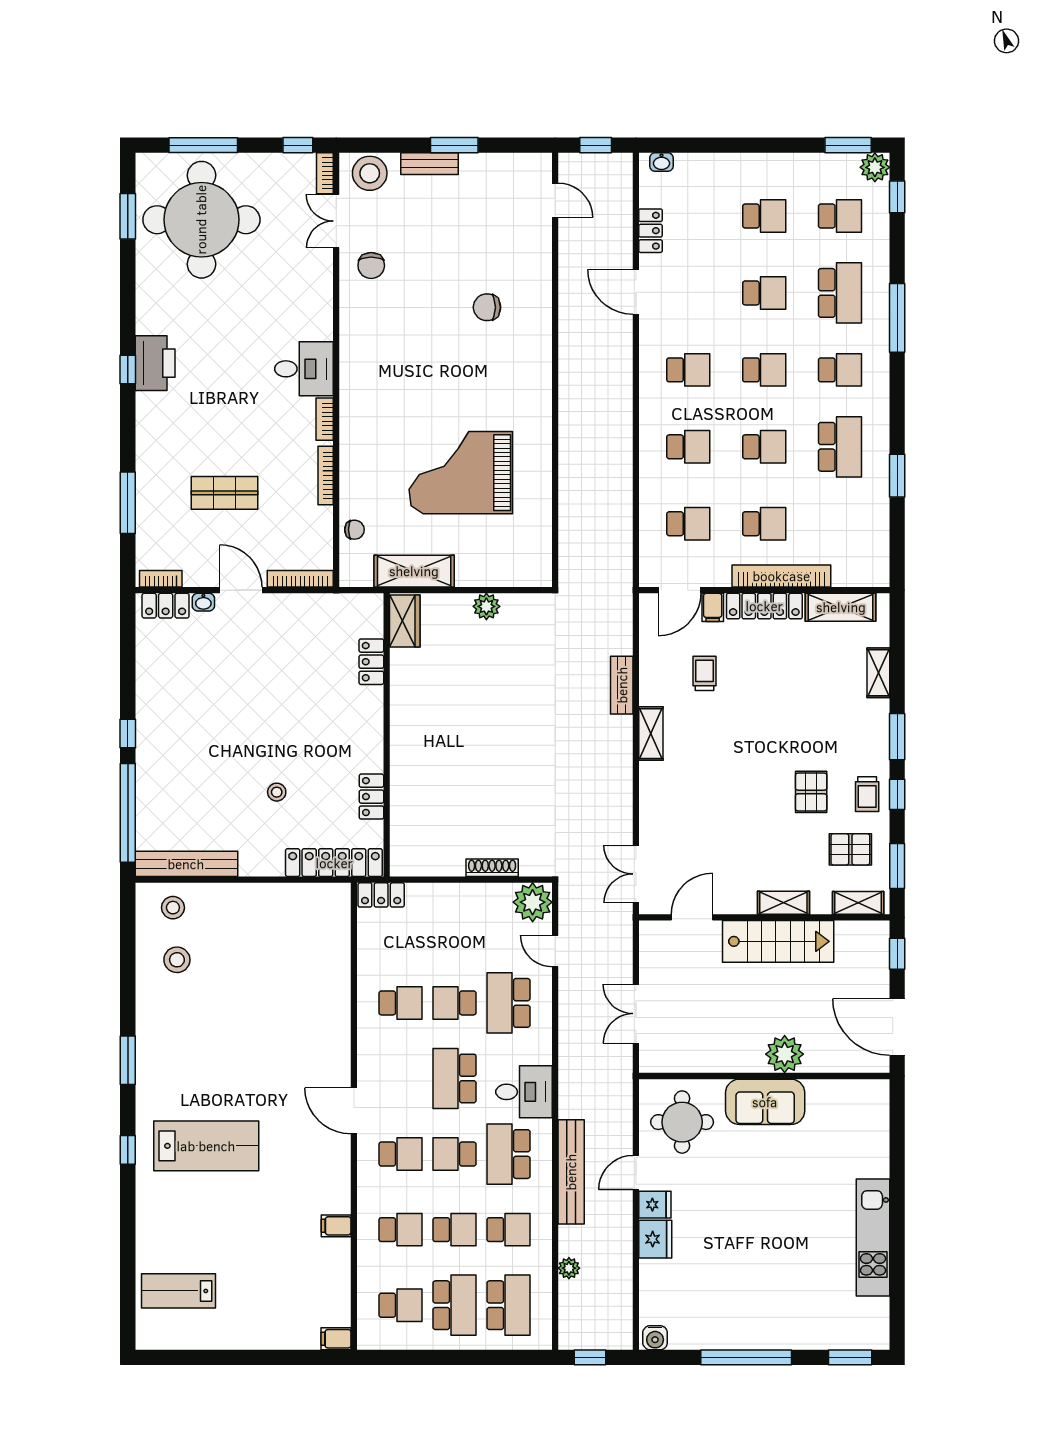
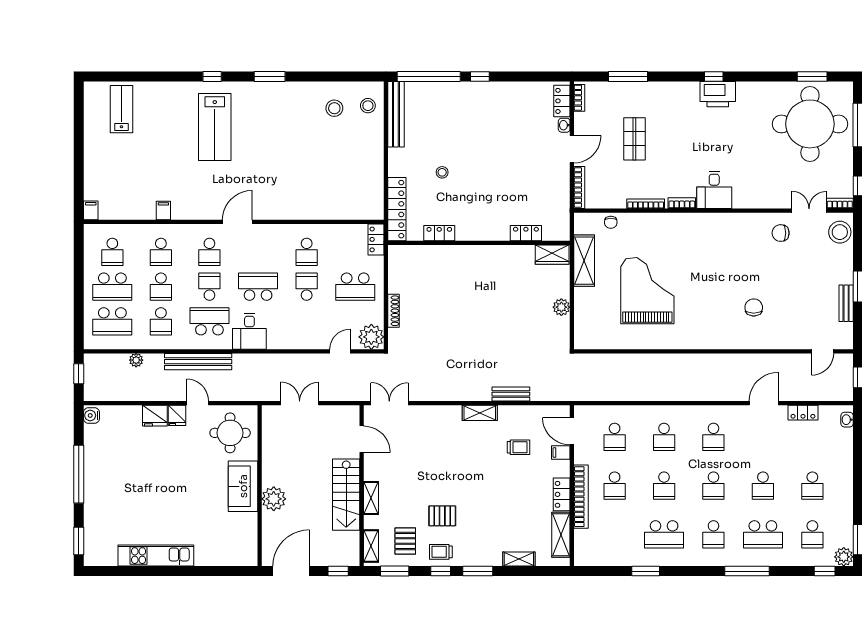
bench: (430, 164) -> (846, 303), moved
locker: (764, 606) -> (562, 494), width x0.66
school desk: (509, 1003) -> (355, 287), moved, turned 180

